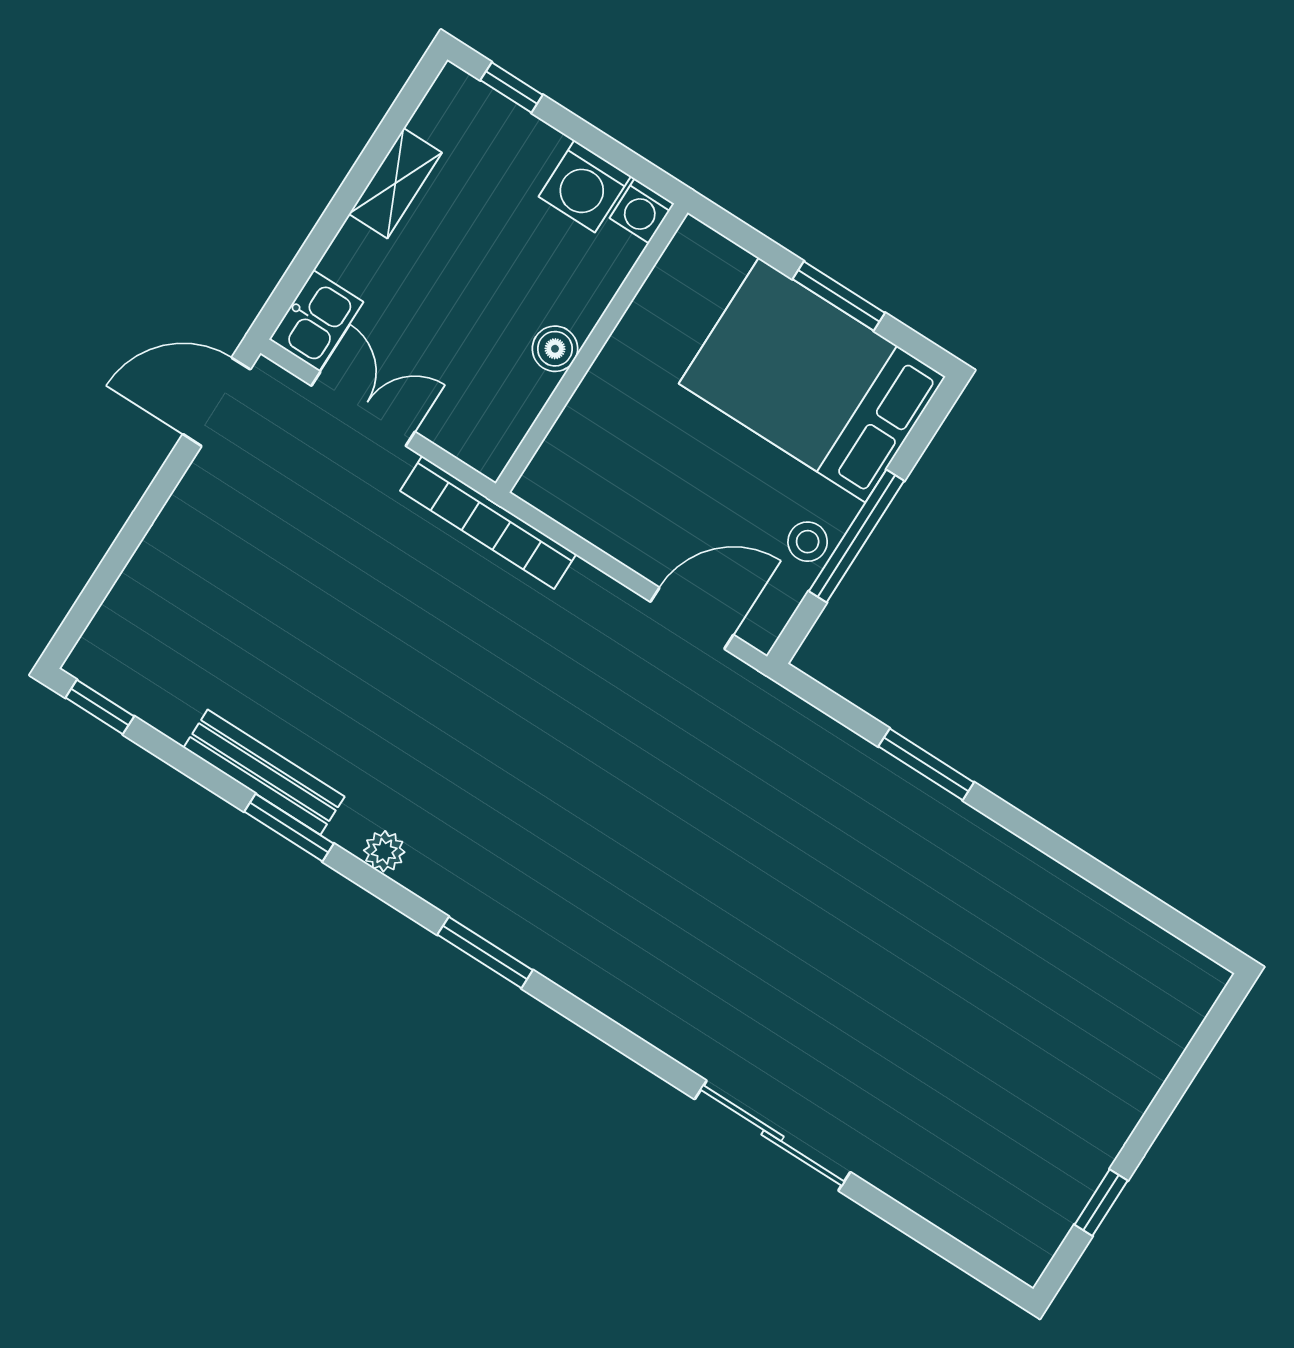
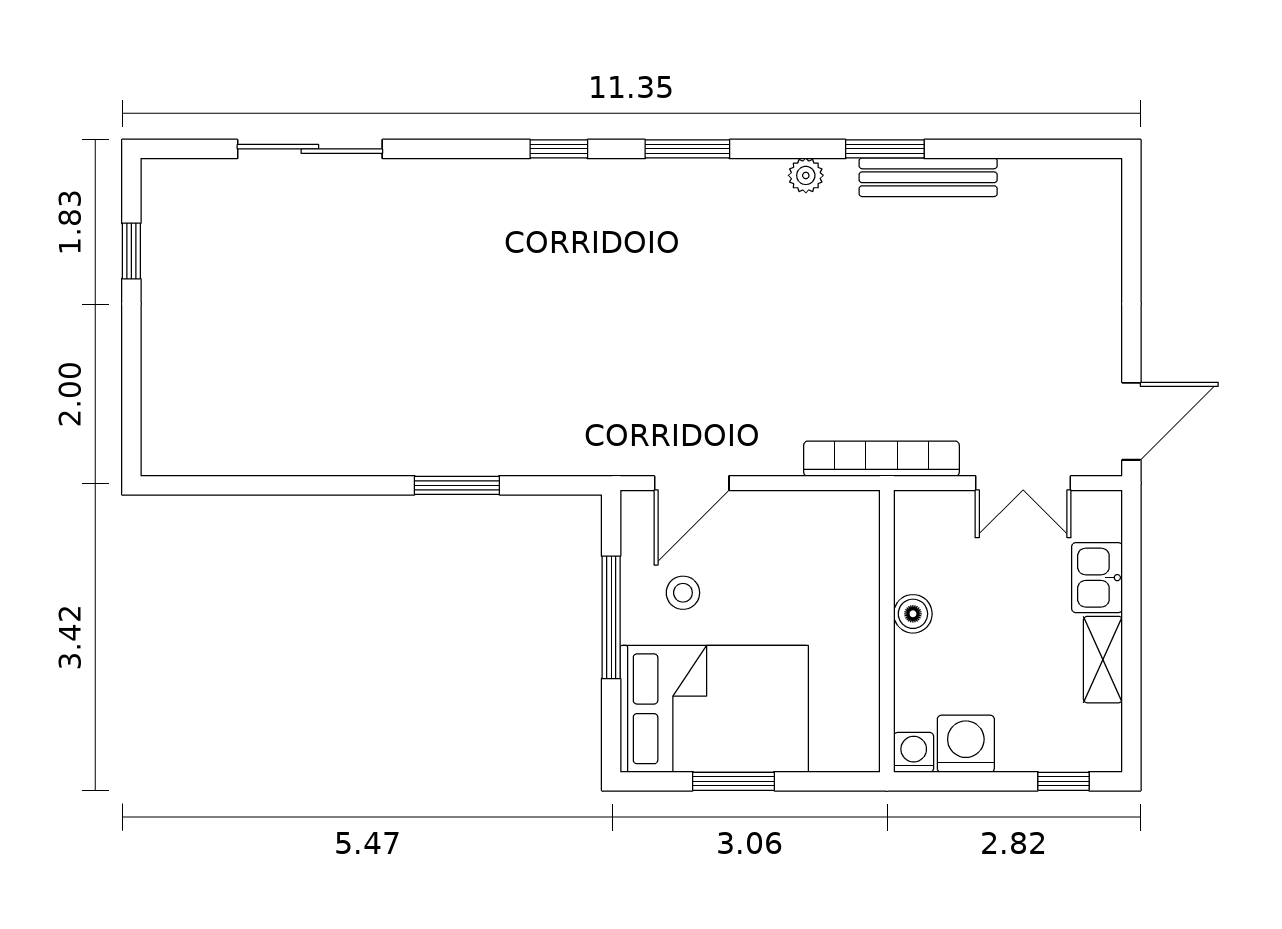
kitchen sink: (316, 321) -> (1097, 578), moved
stool: (808, 542) -> (683, 593), moved
window: (100, 707) -> (559, 149), moved
sliding door: (773, 1136) -> (310, 149), moved

